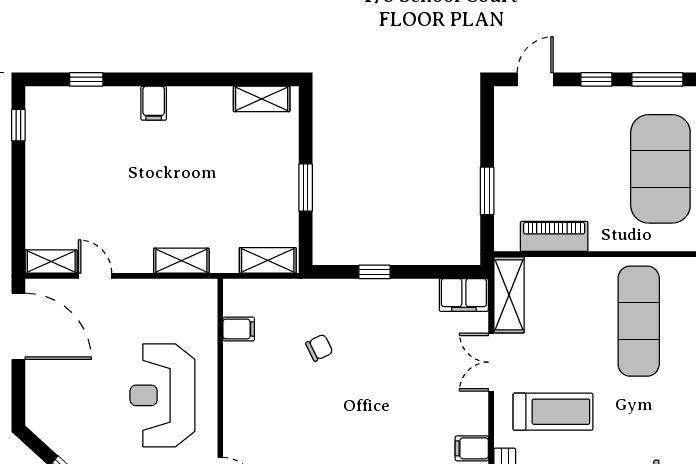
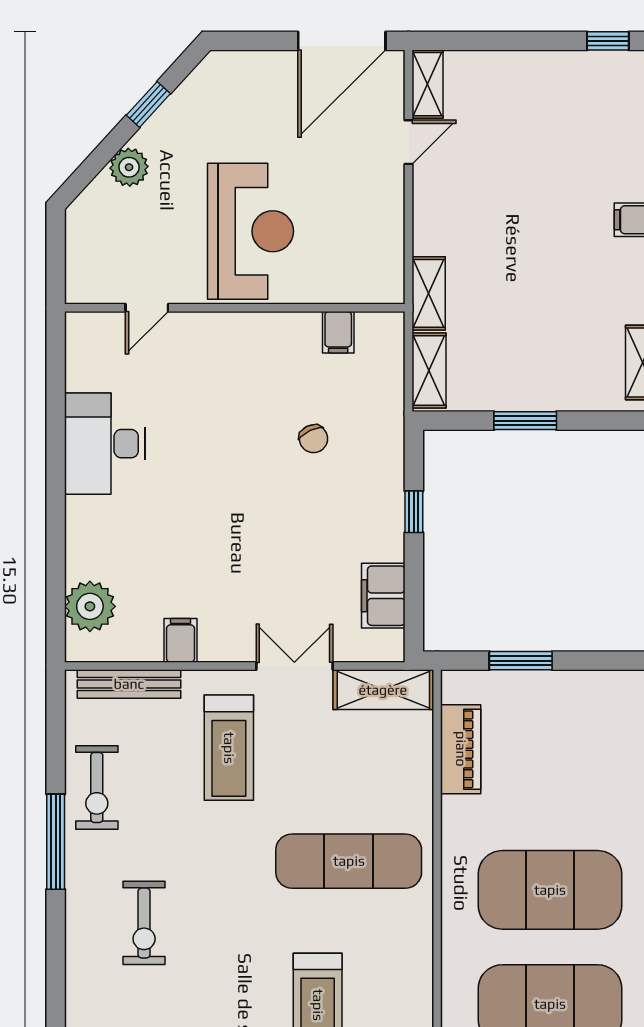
shelving: (181, 261) -> (429, 293), moved
filing cabinet: (464, 295) -> (383, 596), moved
reception desk: (162, 395) -> (250, 231), turned 90

